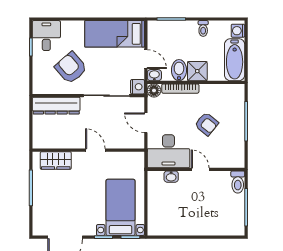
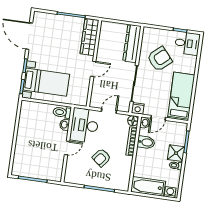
shower: (197, 71) -> (176, 153), moved
wardrobe: (56, 161) -> (89, 37), width x1.50
toilet: (238, 182) -> (62, 112), moved

